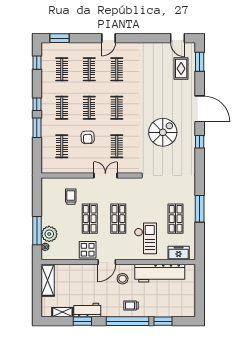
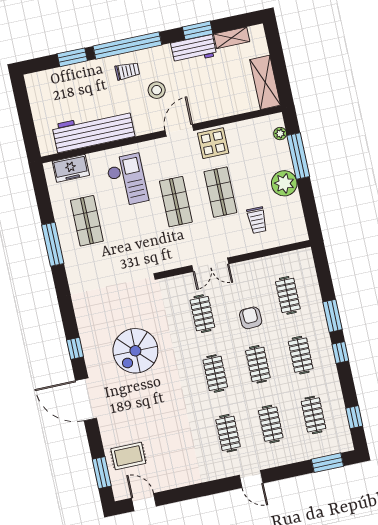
door: (109, 38) -> (251, 479), swing flipped
rug: (181, 69) -> (128, 456), turned 90
plant: (49, 234) -> (284, 183), moved
checkout: (145, 238) -> (127, 180), turned 180
stool: (123, 279) -> (157, 90), moved

